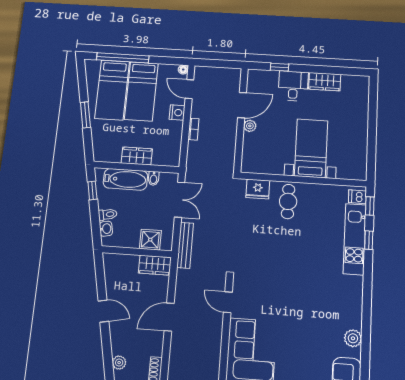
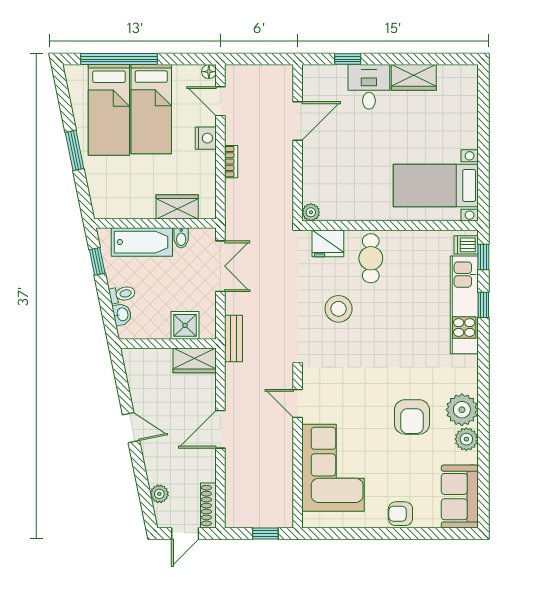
plant: (250, 126) -> (311, 212), moved
bed with nightstands: (311, 148) -> (436, 185), moved, turned -90
wardrobe: (137, 156) -> (177, 207), moved
stool: (263, 236) -> (339, 309), added
bench: (185, 245) -> (234, 338), width x0.73
plant: (350, 316) -> (462, 410), added
armchair: (313, 319) -> (412, 417), added

